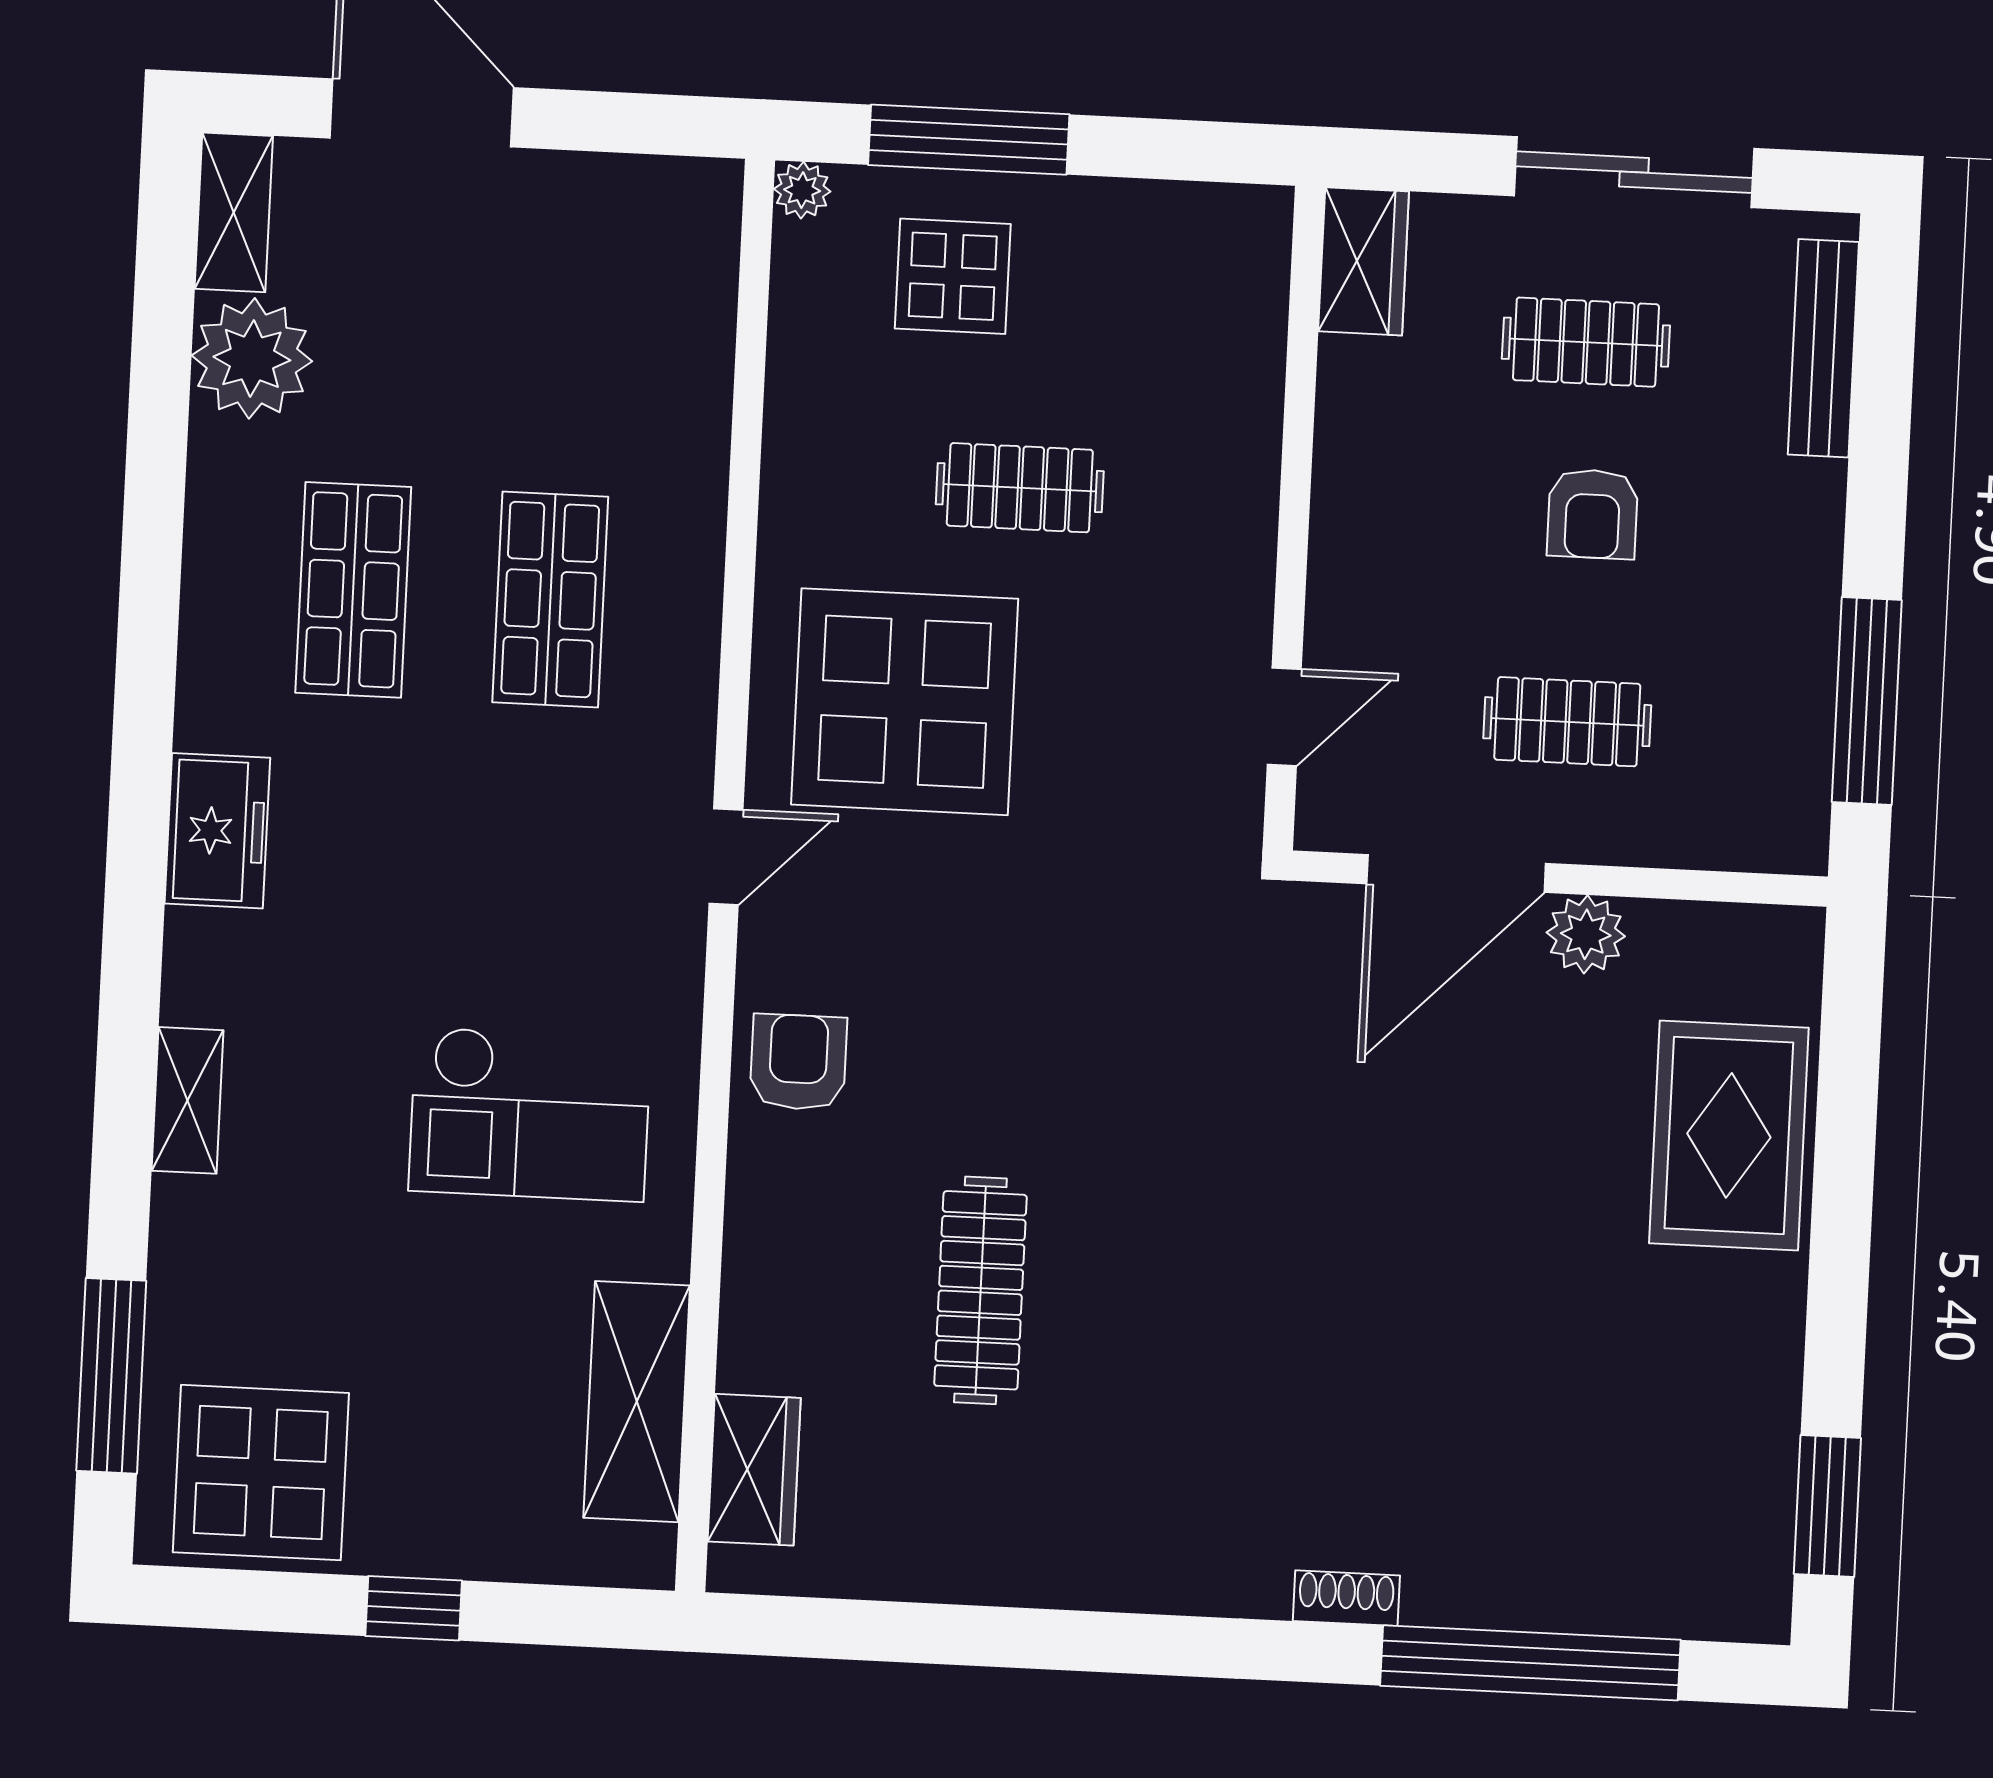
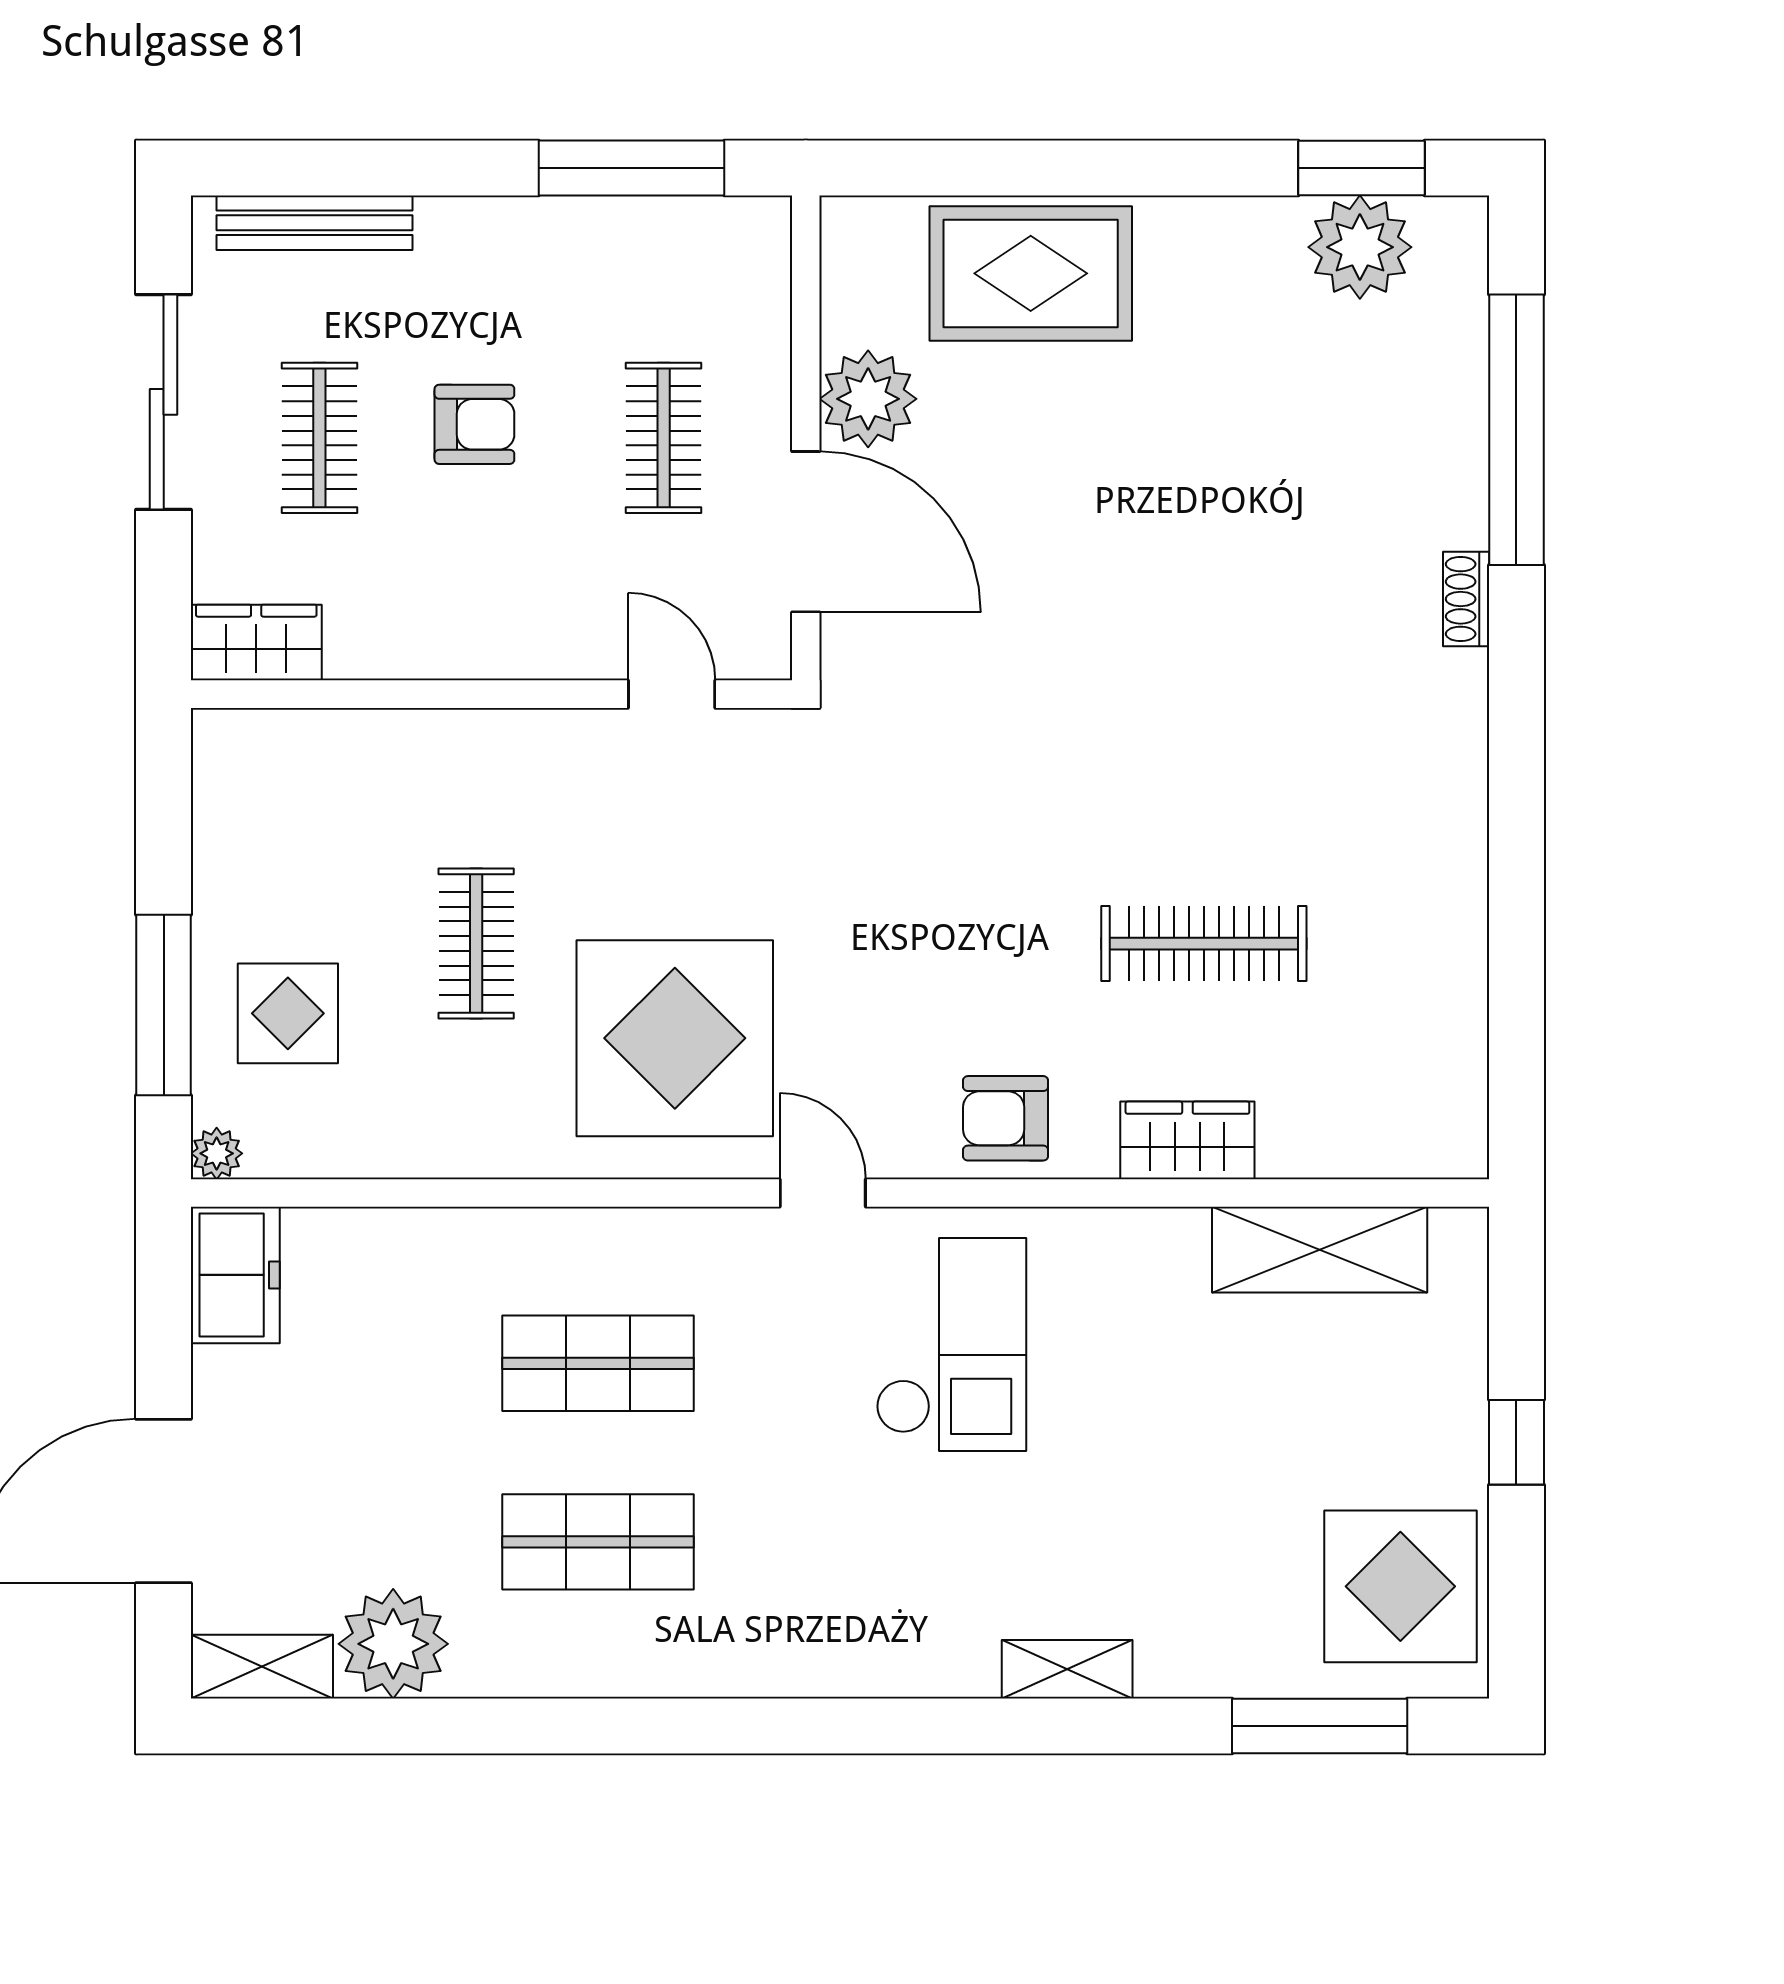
freezer: (217, 831) -> (235, 1275), moved, turned 90
plant: (1586, 934) -> (868, 399), width x1.36, depth x1.36
checkout: (530, 1114) -> (951, 1344), moved
wardrobe: (754, 1470) -> (1187, 1140), moved
plant: (1740, 1500) -> (1360, 247), added

